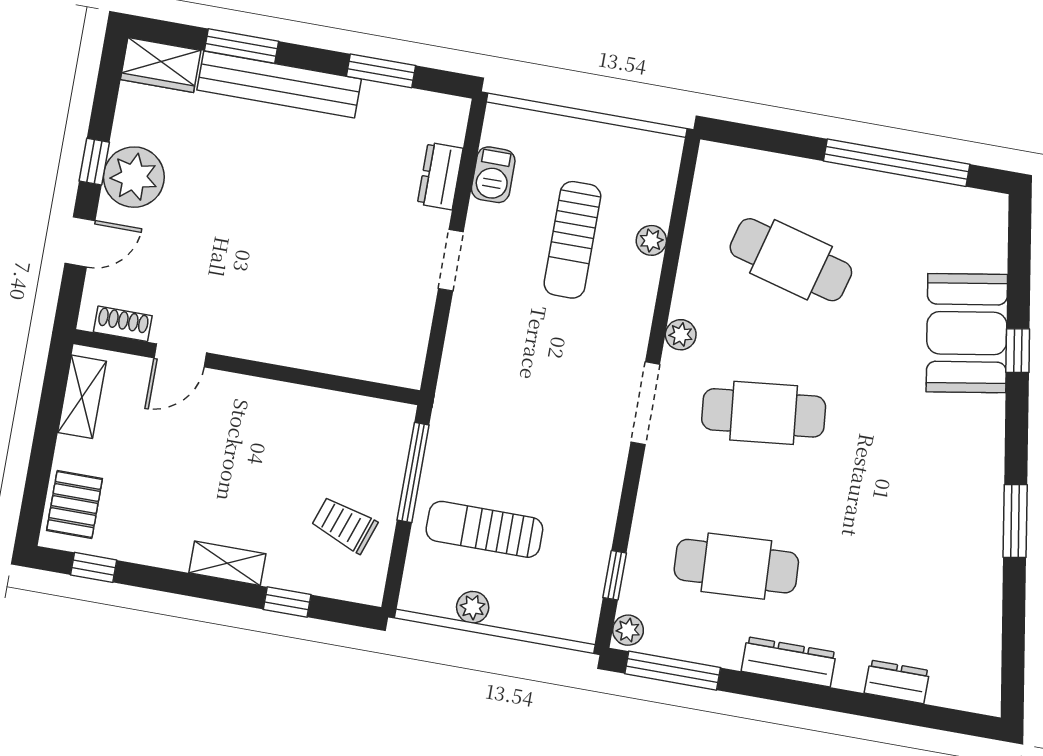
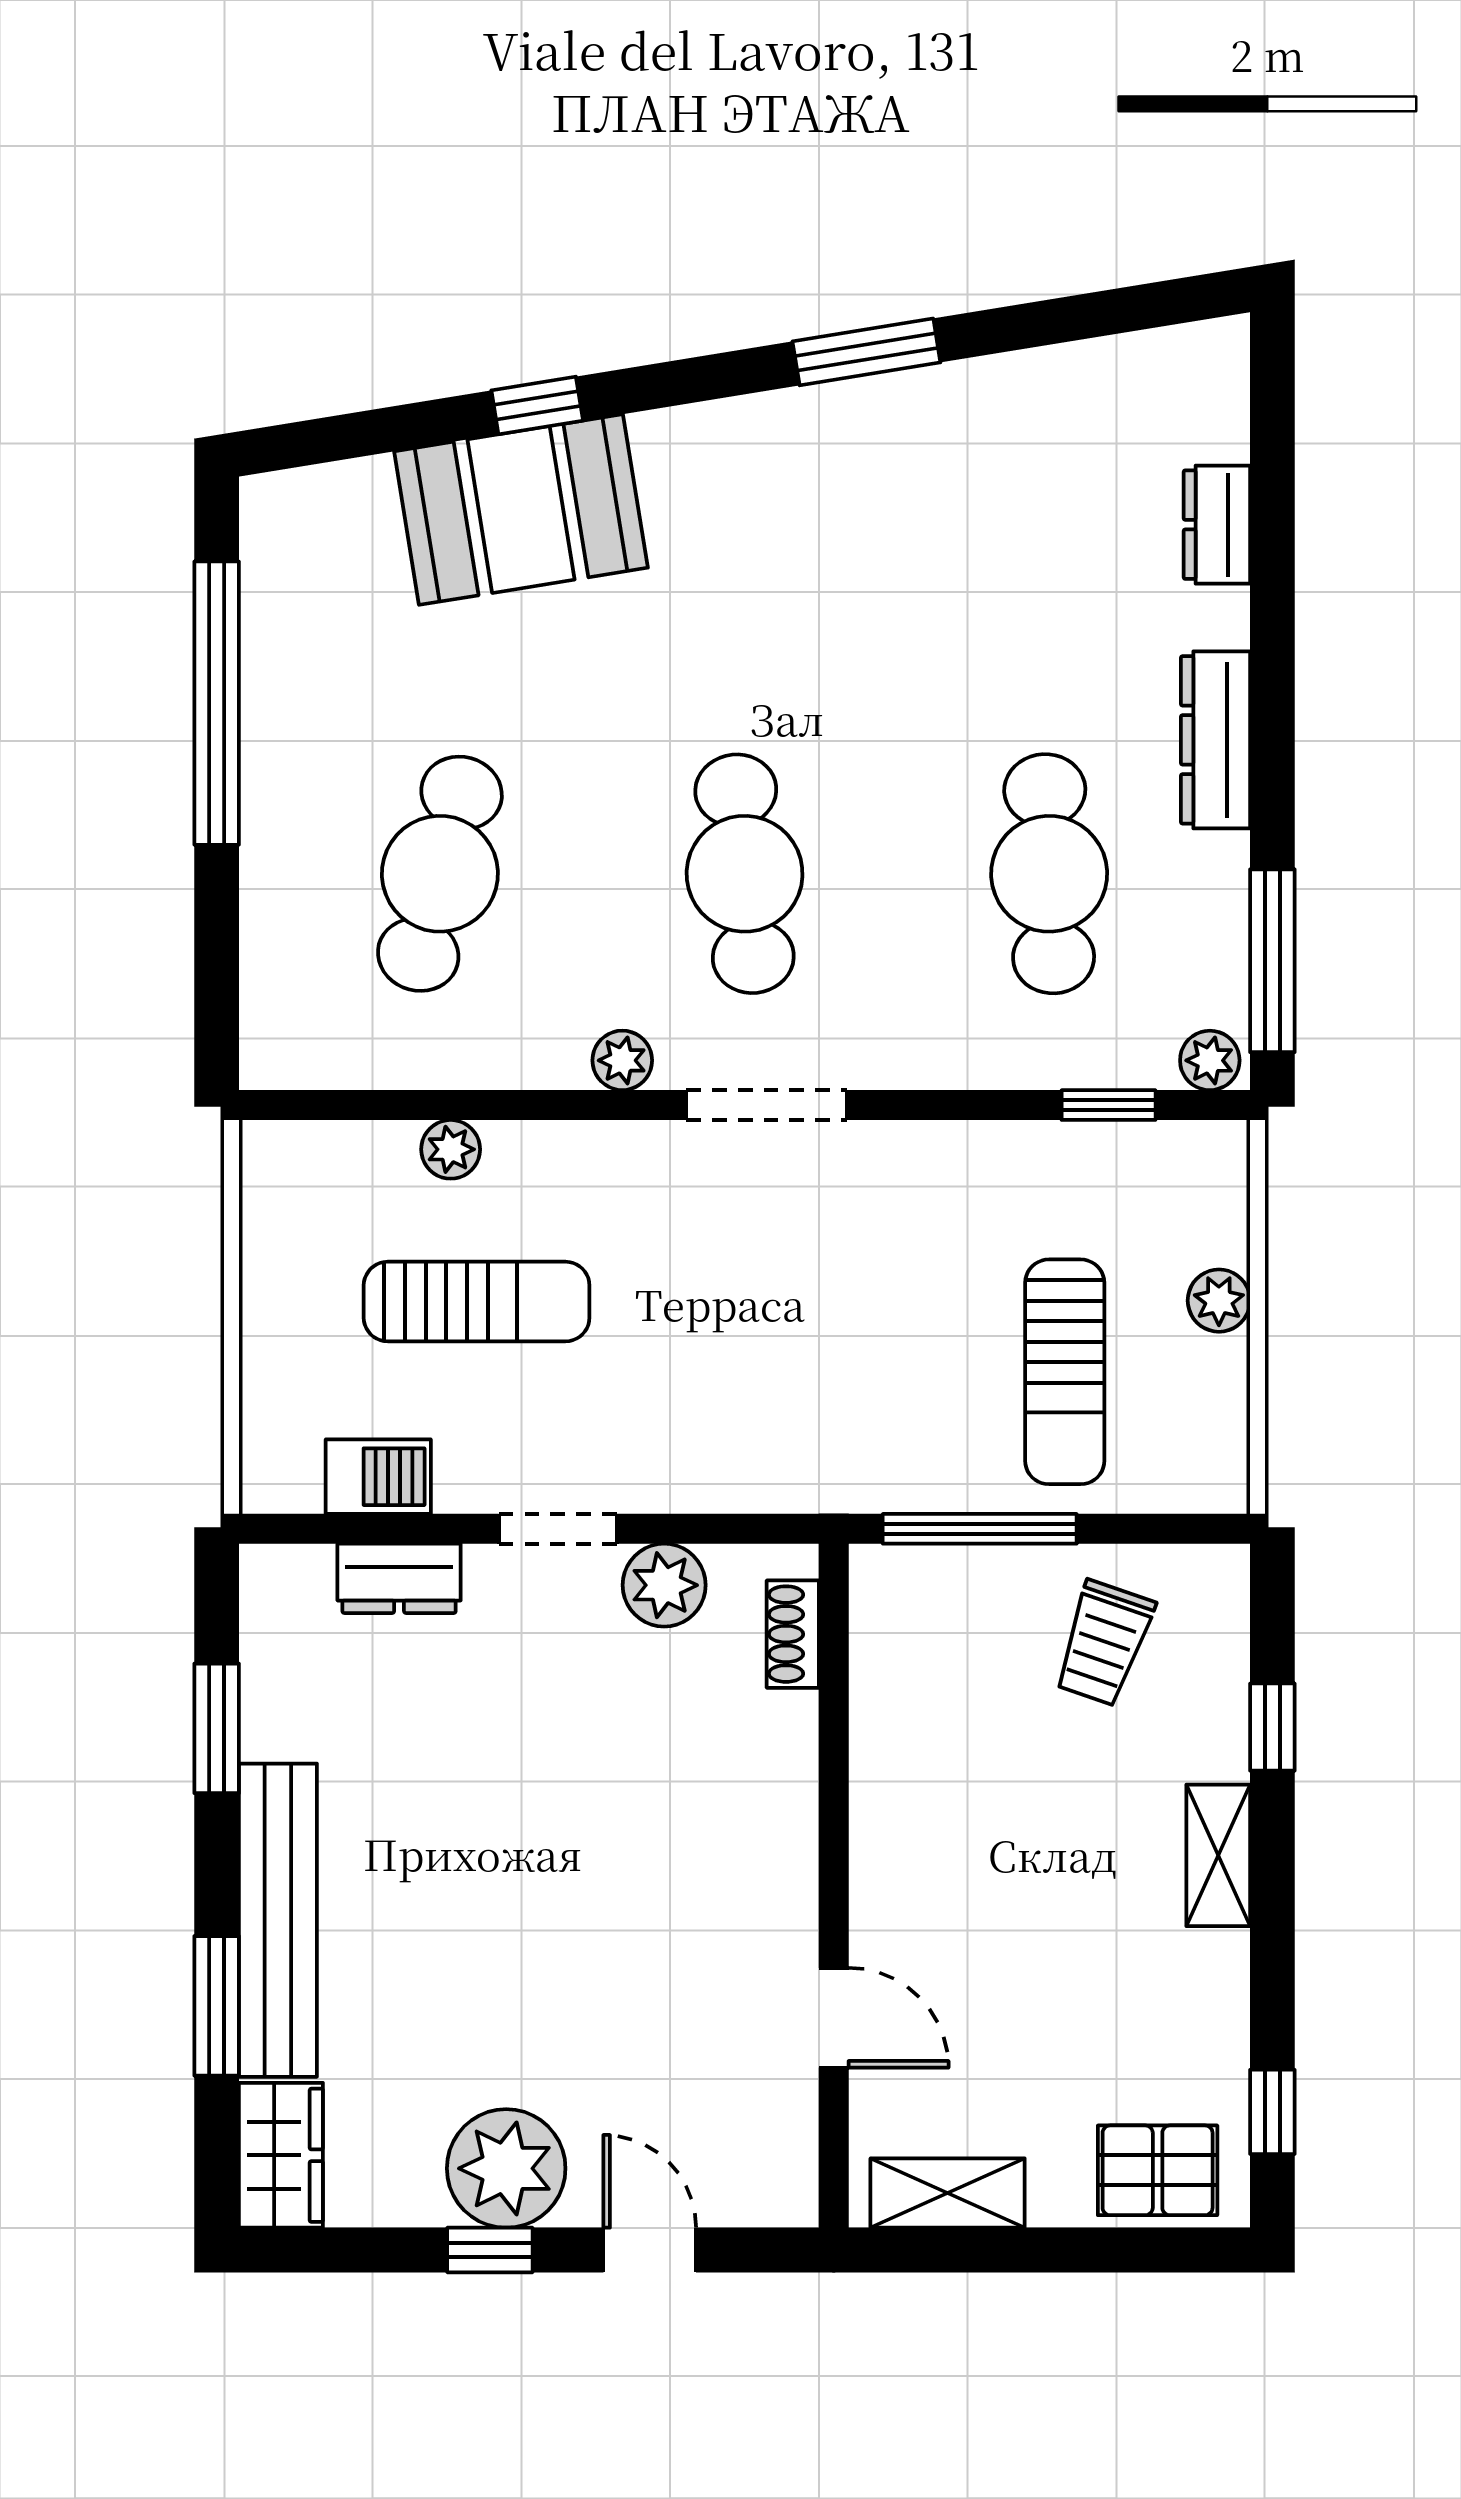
plant: (413, 309) -> (664, 1585), added
shoe rack: (123, 324) -> (793, 1634), moved
plant: (473, 607) -> (1219, 1301), moved

